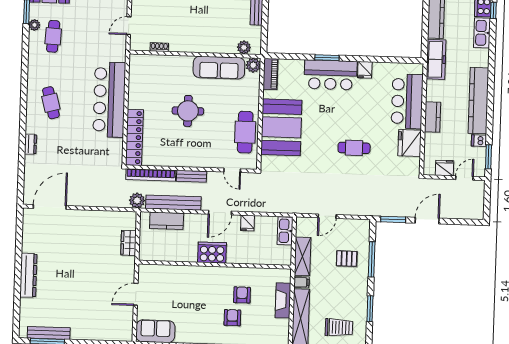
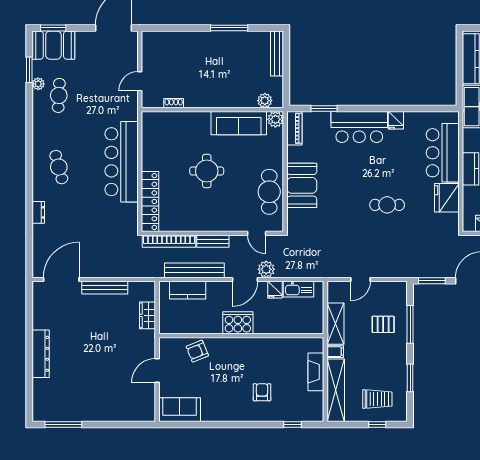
window: (327, 58) -> (324, 109), moved
booth: (281, 127) -> (302, 185), width x0.73, depth x0.70
plant: (137, 200) -> (266, 269), moved
kitchen sink: (285, 231) -> (298, 289), moved, turned -90
armchair: (242, 295) -> (197, 351), moved, turned -112
bench: (49, 333) -> (105, 288), moved

